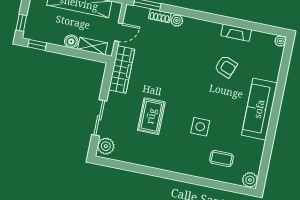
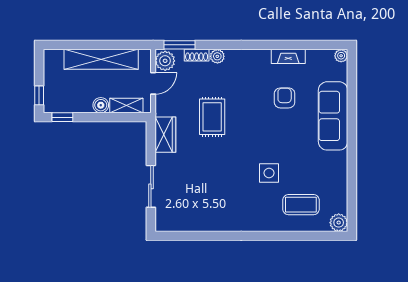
armchair: (226, 67) -> (285, 98), turned -111
wardrobe: (122, 70) -> (165, 135), width x0.67
sofa: (259, 109) -> (333, 116), moved
rug: (151, 116) -> (212, 117), moved
plant: (106, 146) -> (165, 61), moved
coffee table: (221, 159) -> (301, 205), width x1.36, depth x1.30

